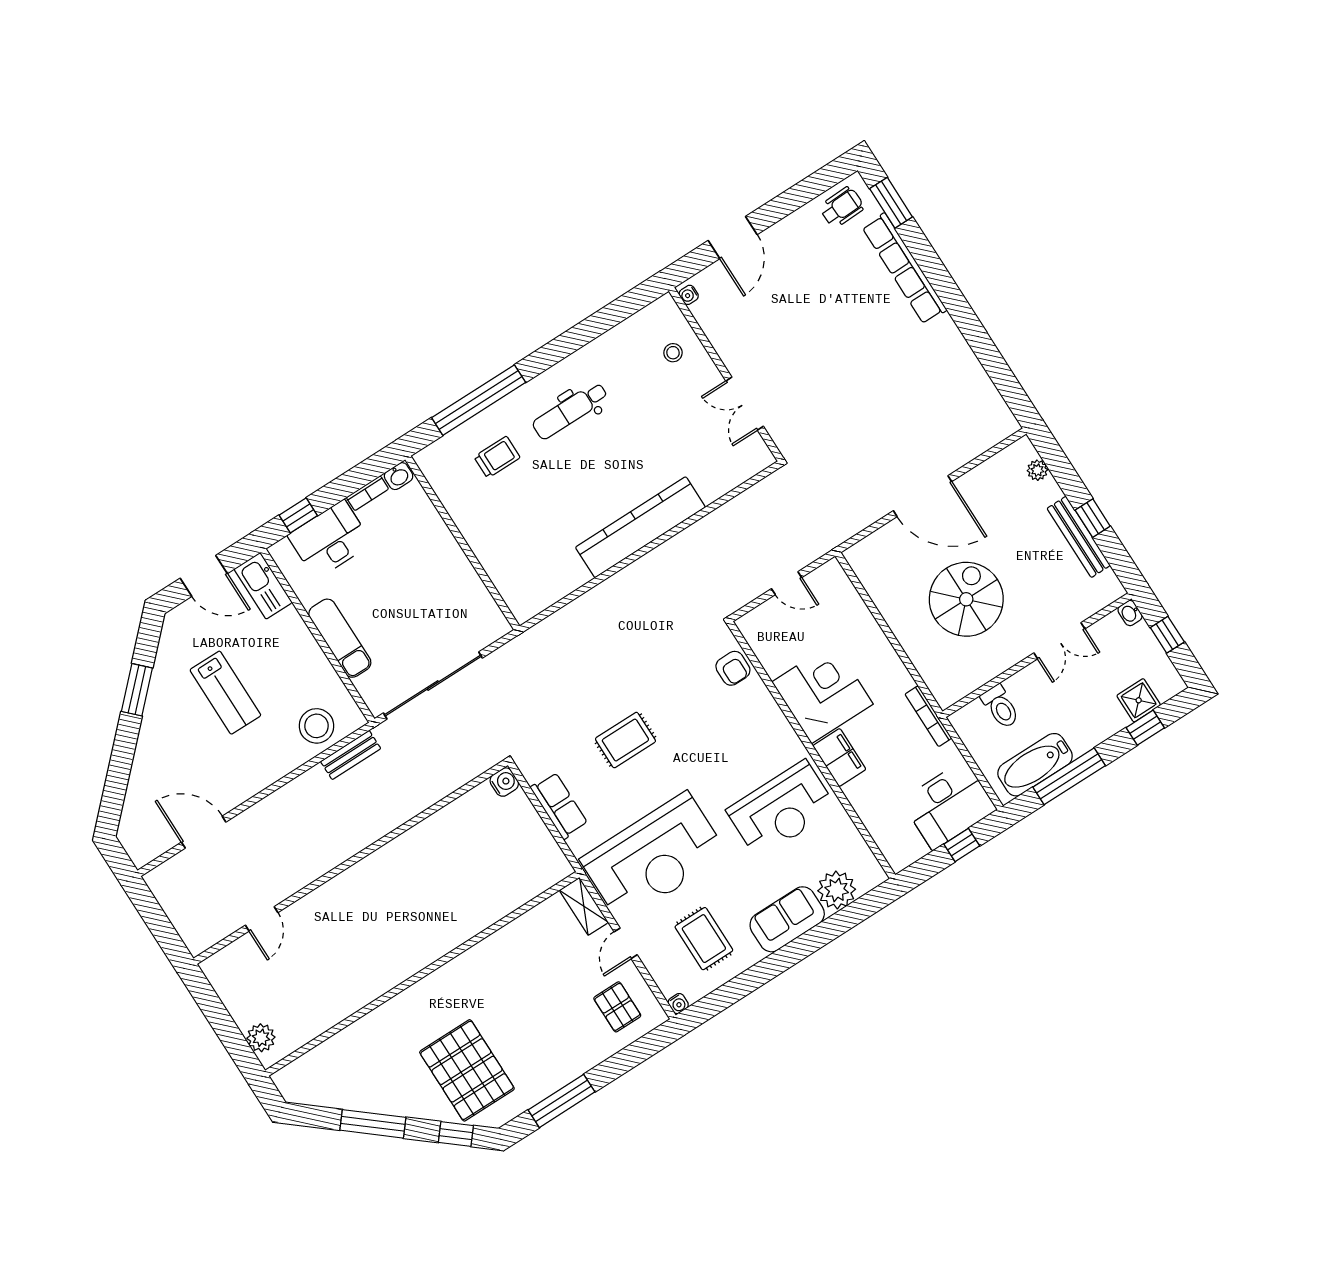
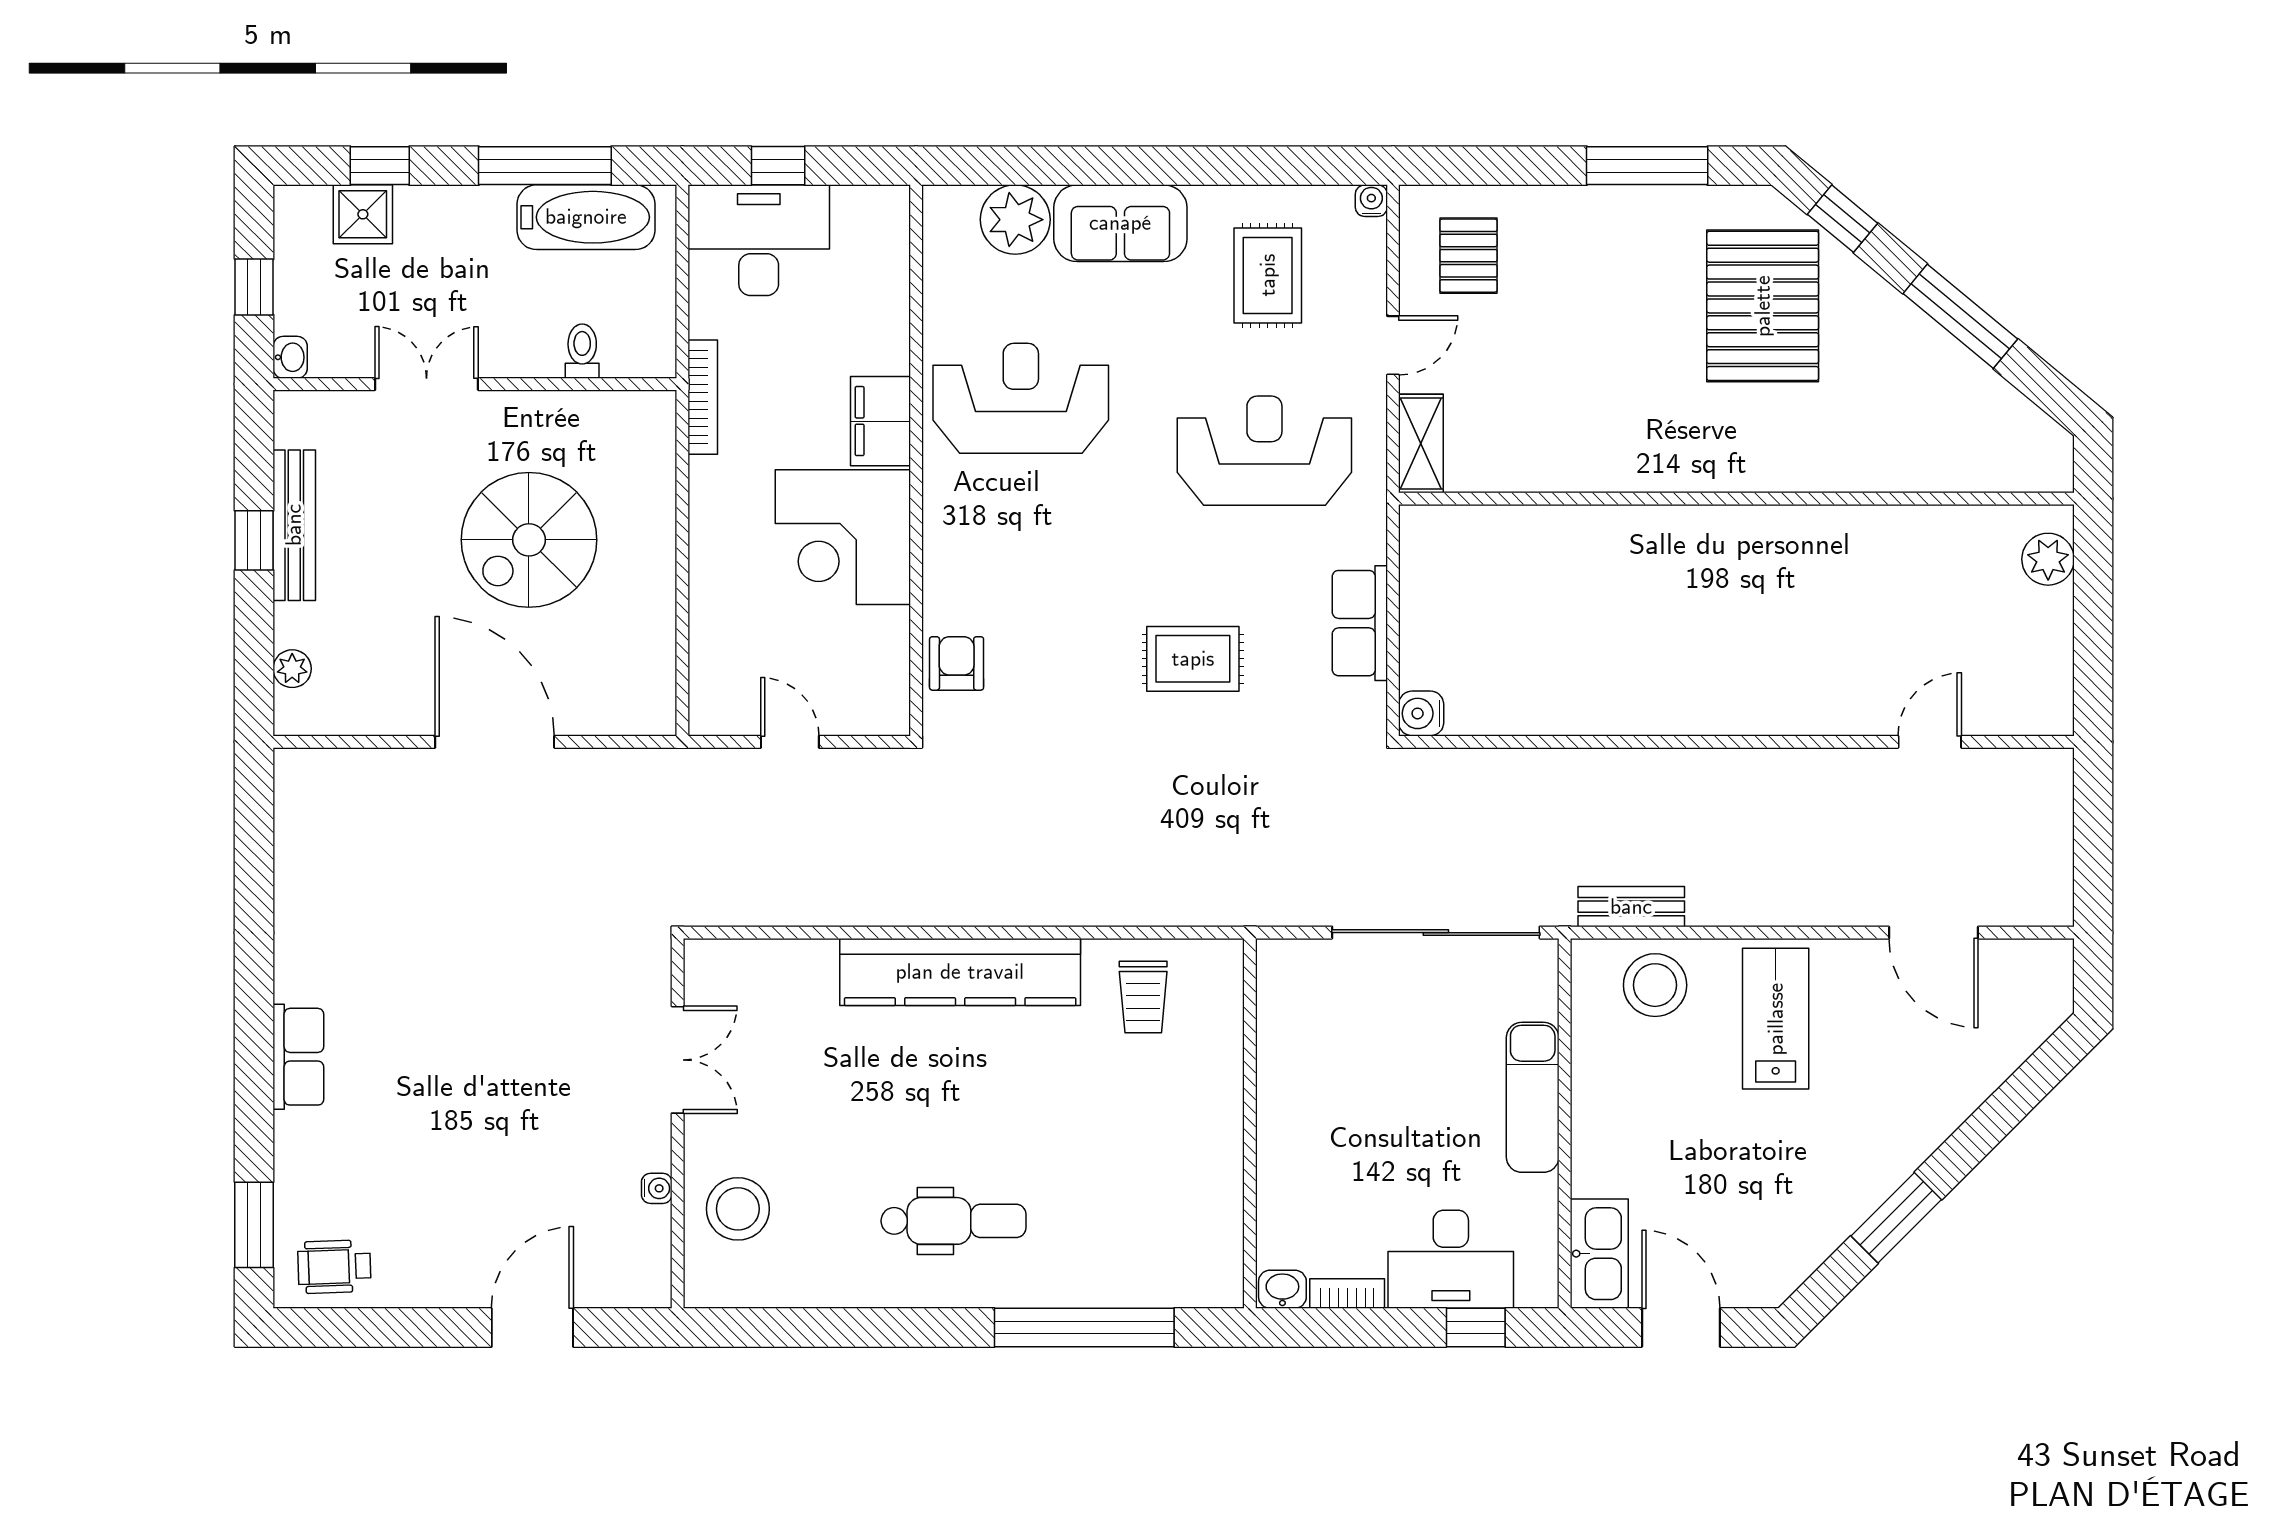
row of seats: (904, 269) -> (298, 1057), width x0.50
water cooler: (689, 295) -> (657, 1188), moved
stool: (673, 353) -> (738, 1209), width x1.89, depth x1.89
trolley: (497, 457) -> (1143, 997), moved, turned -90
lab bench: (225, 693) -> (1776, 1019), moved
toilet: (1000, 707) -> (582, 351), width x0.73, depth x0.72
reception desk: (654, 857) -> (1264, 451), width x0.74, depth x0.77

